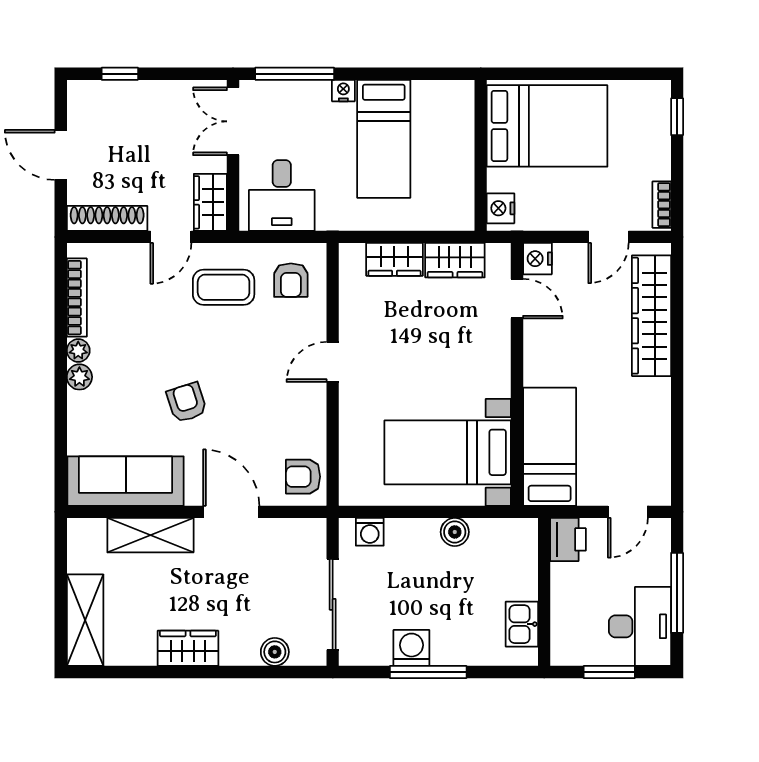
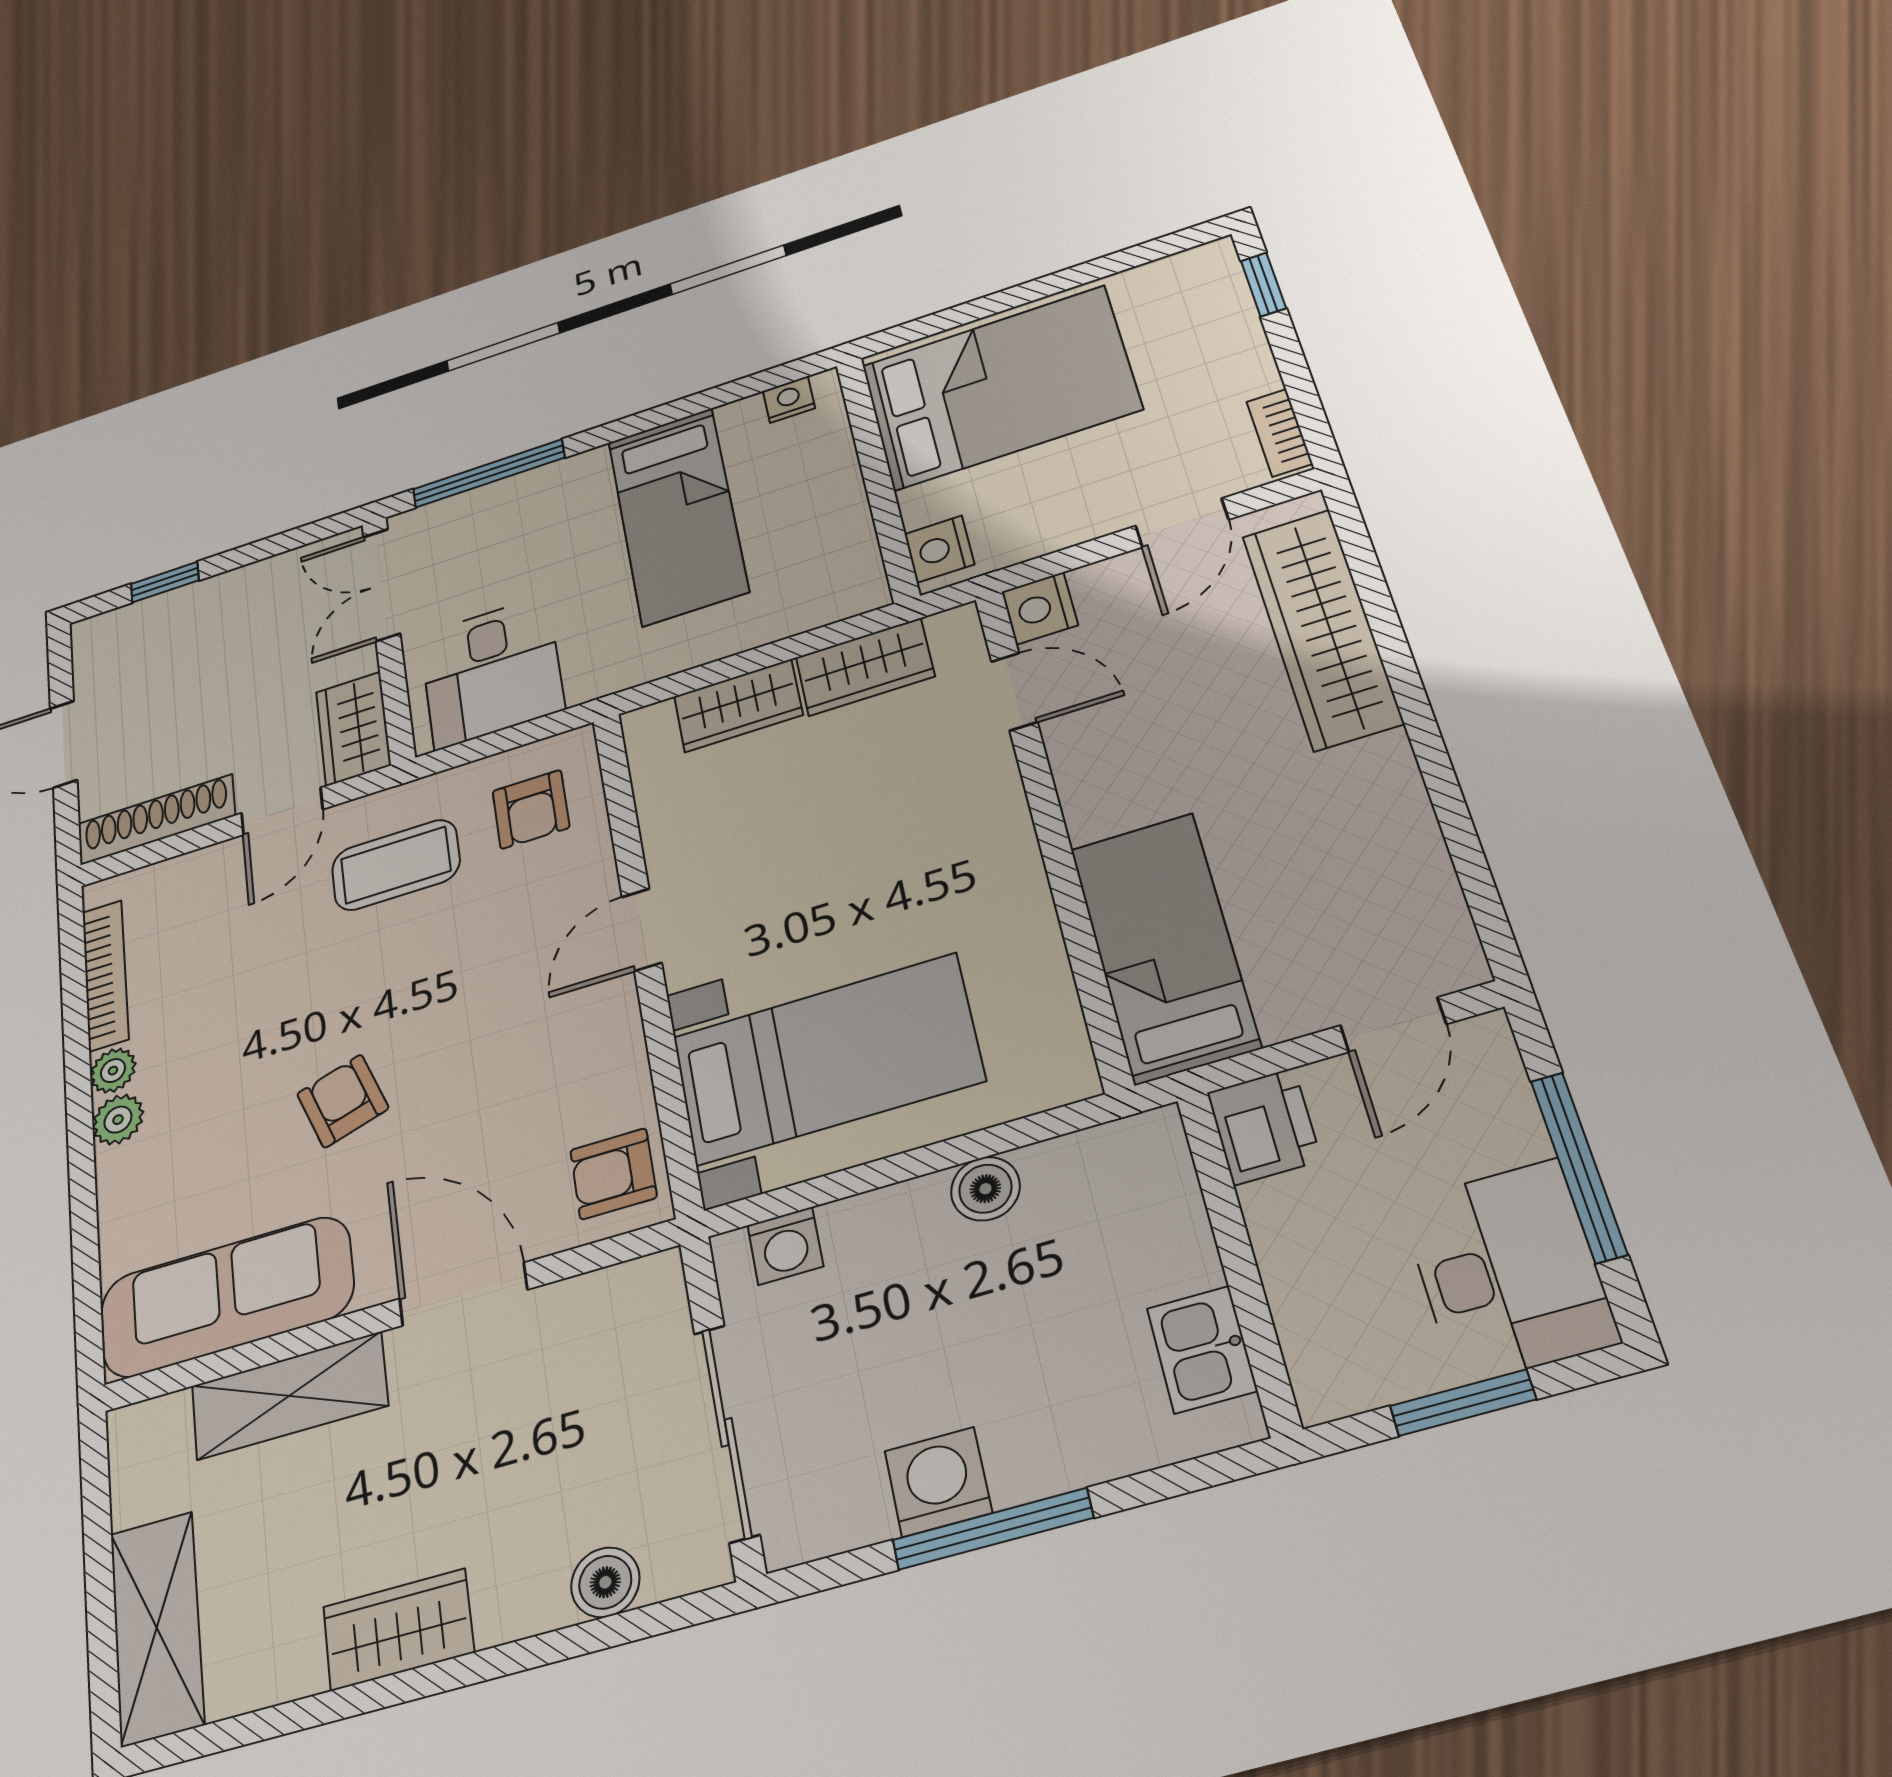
nightstand: (343, 91) -> (789, 400), moved
bed with nightstands: (448, 452) -> (827, 1059), moved, turned 180

